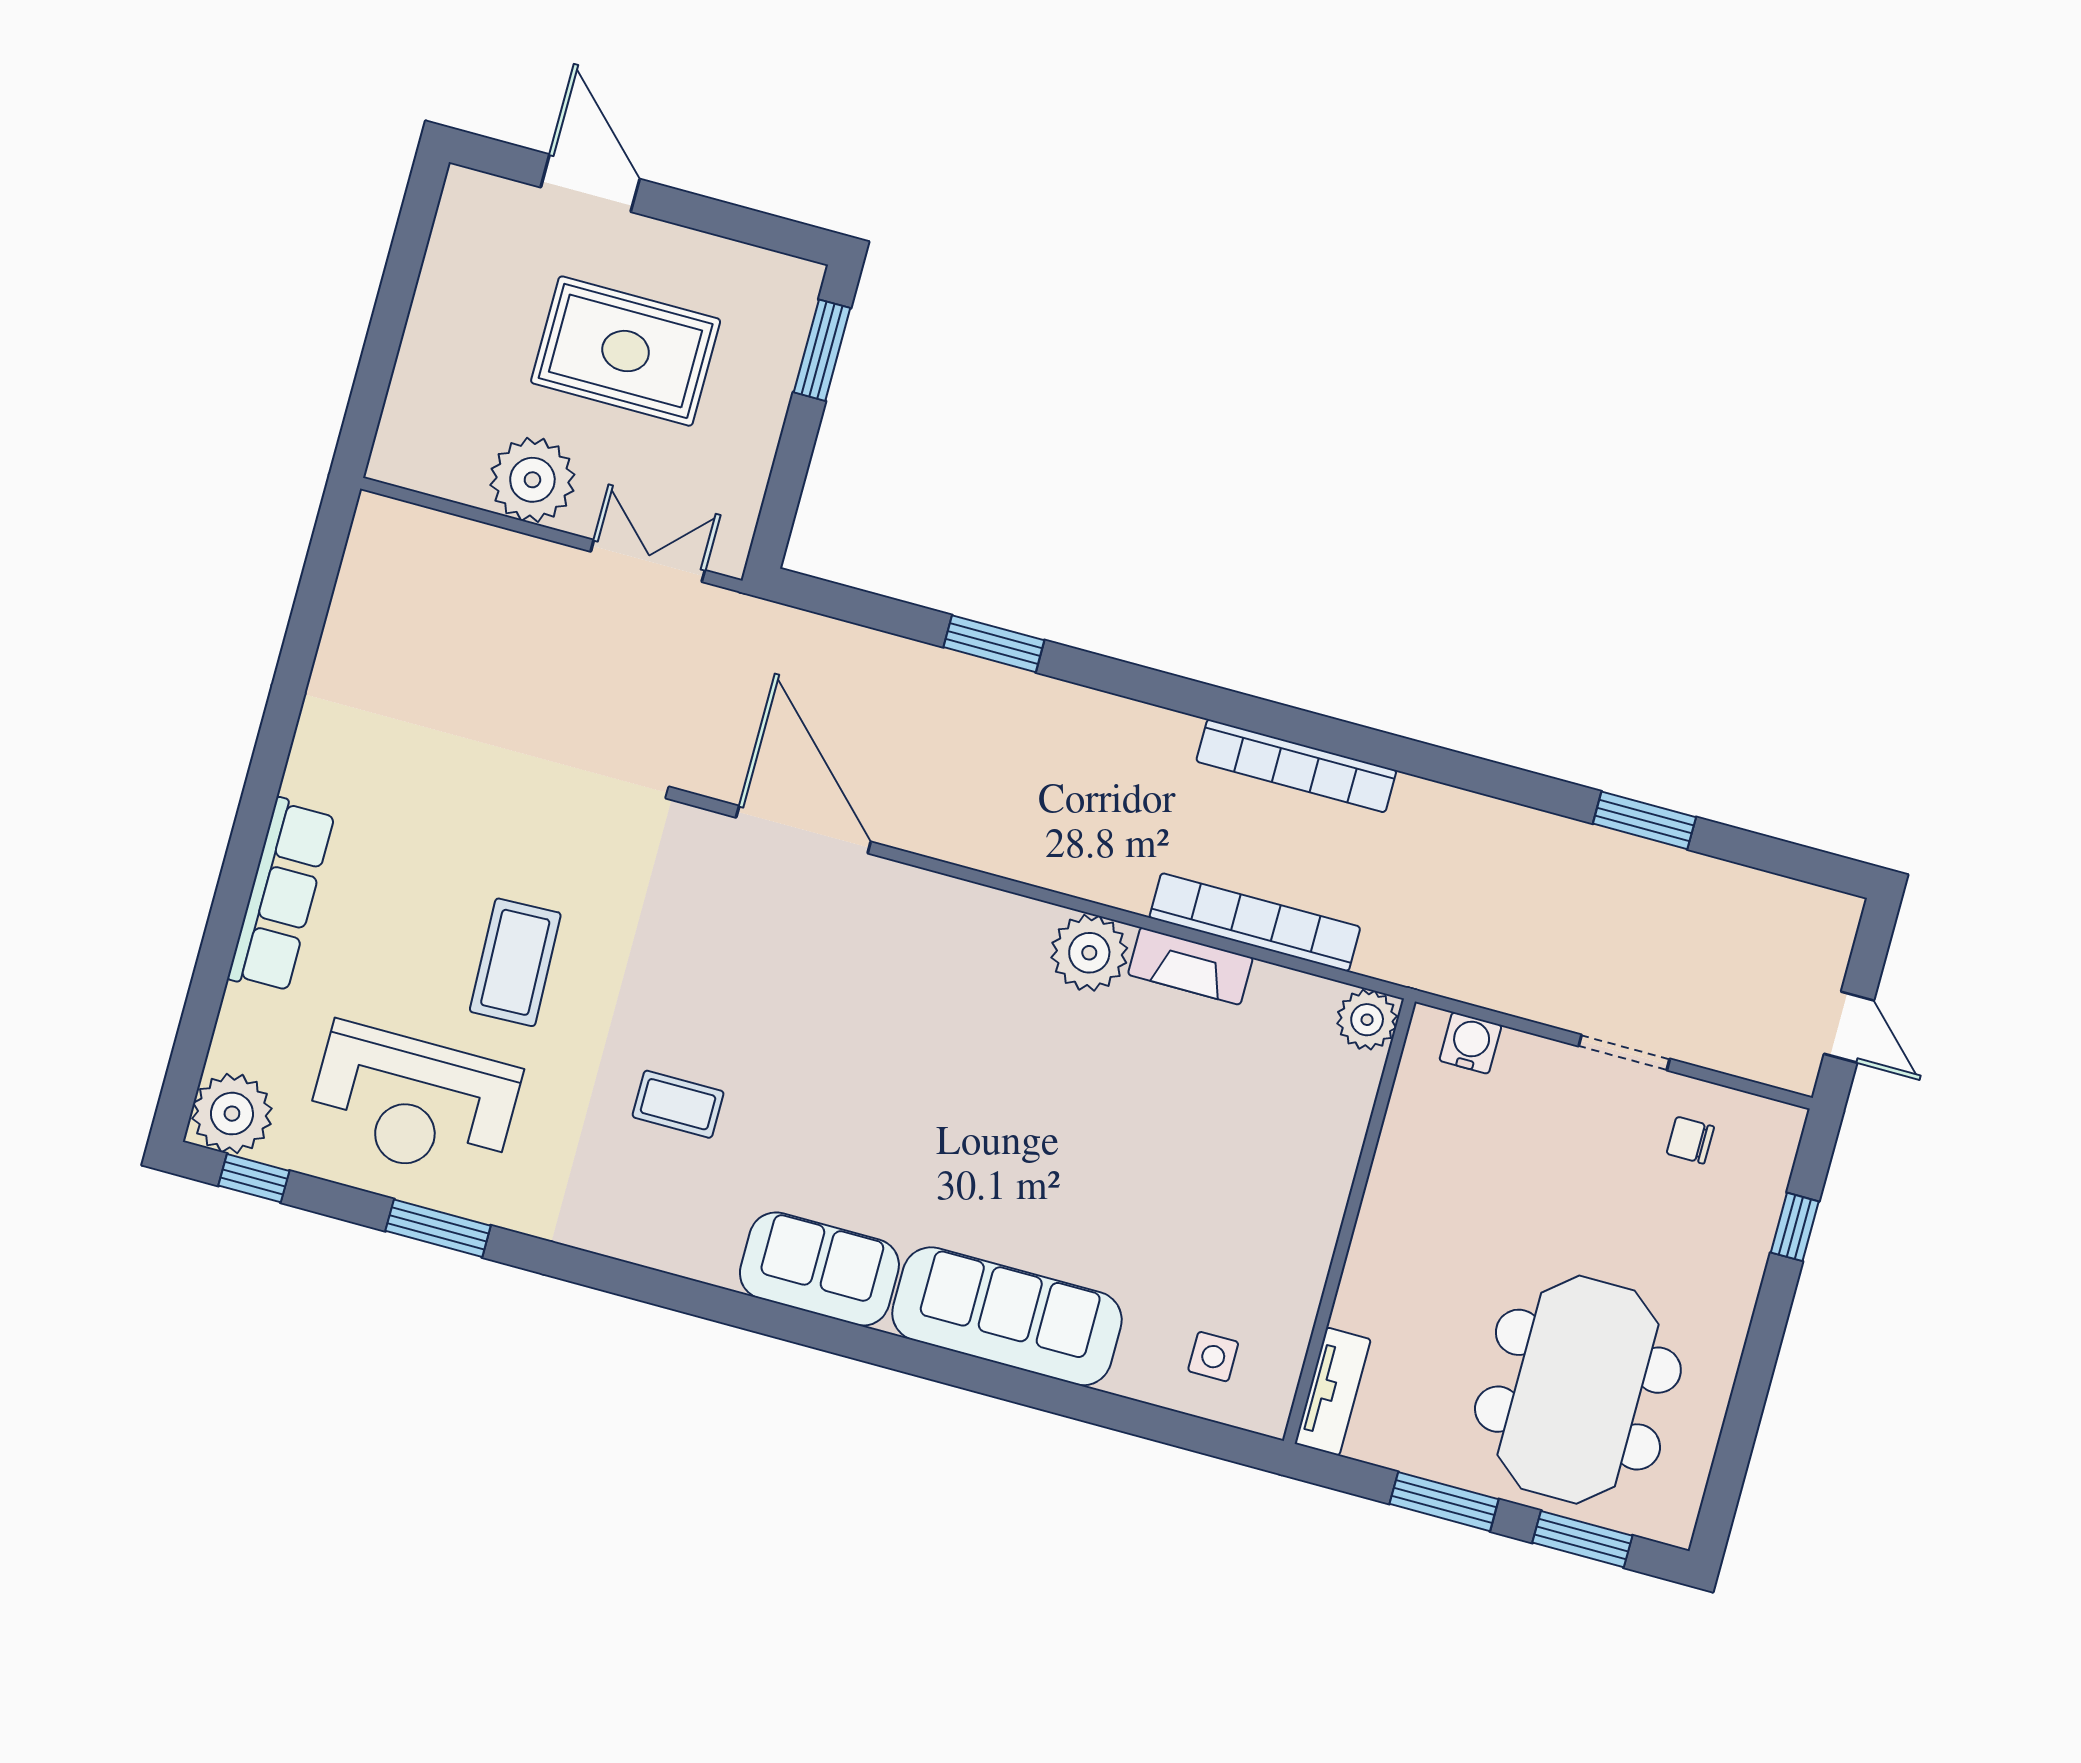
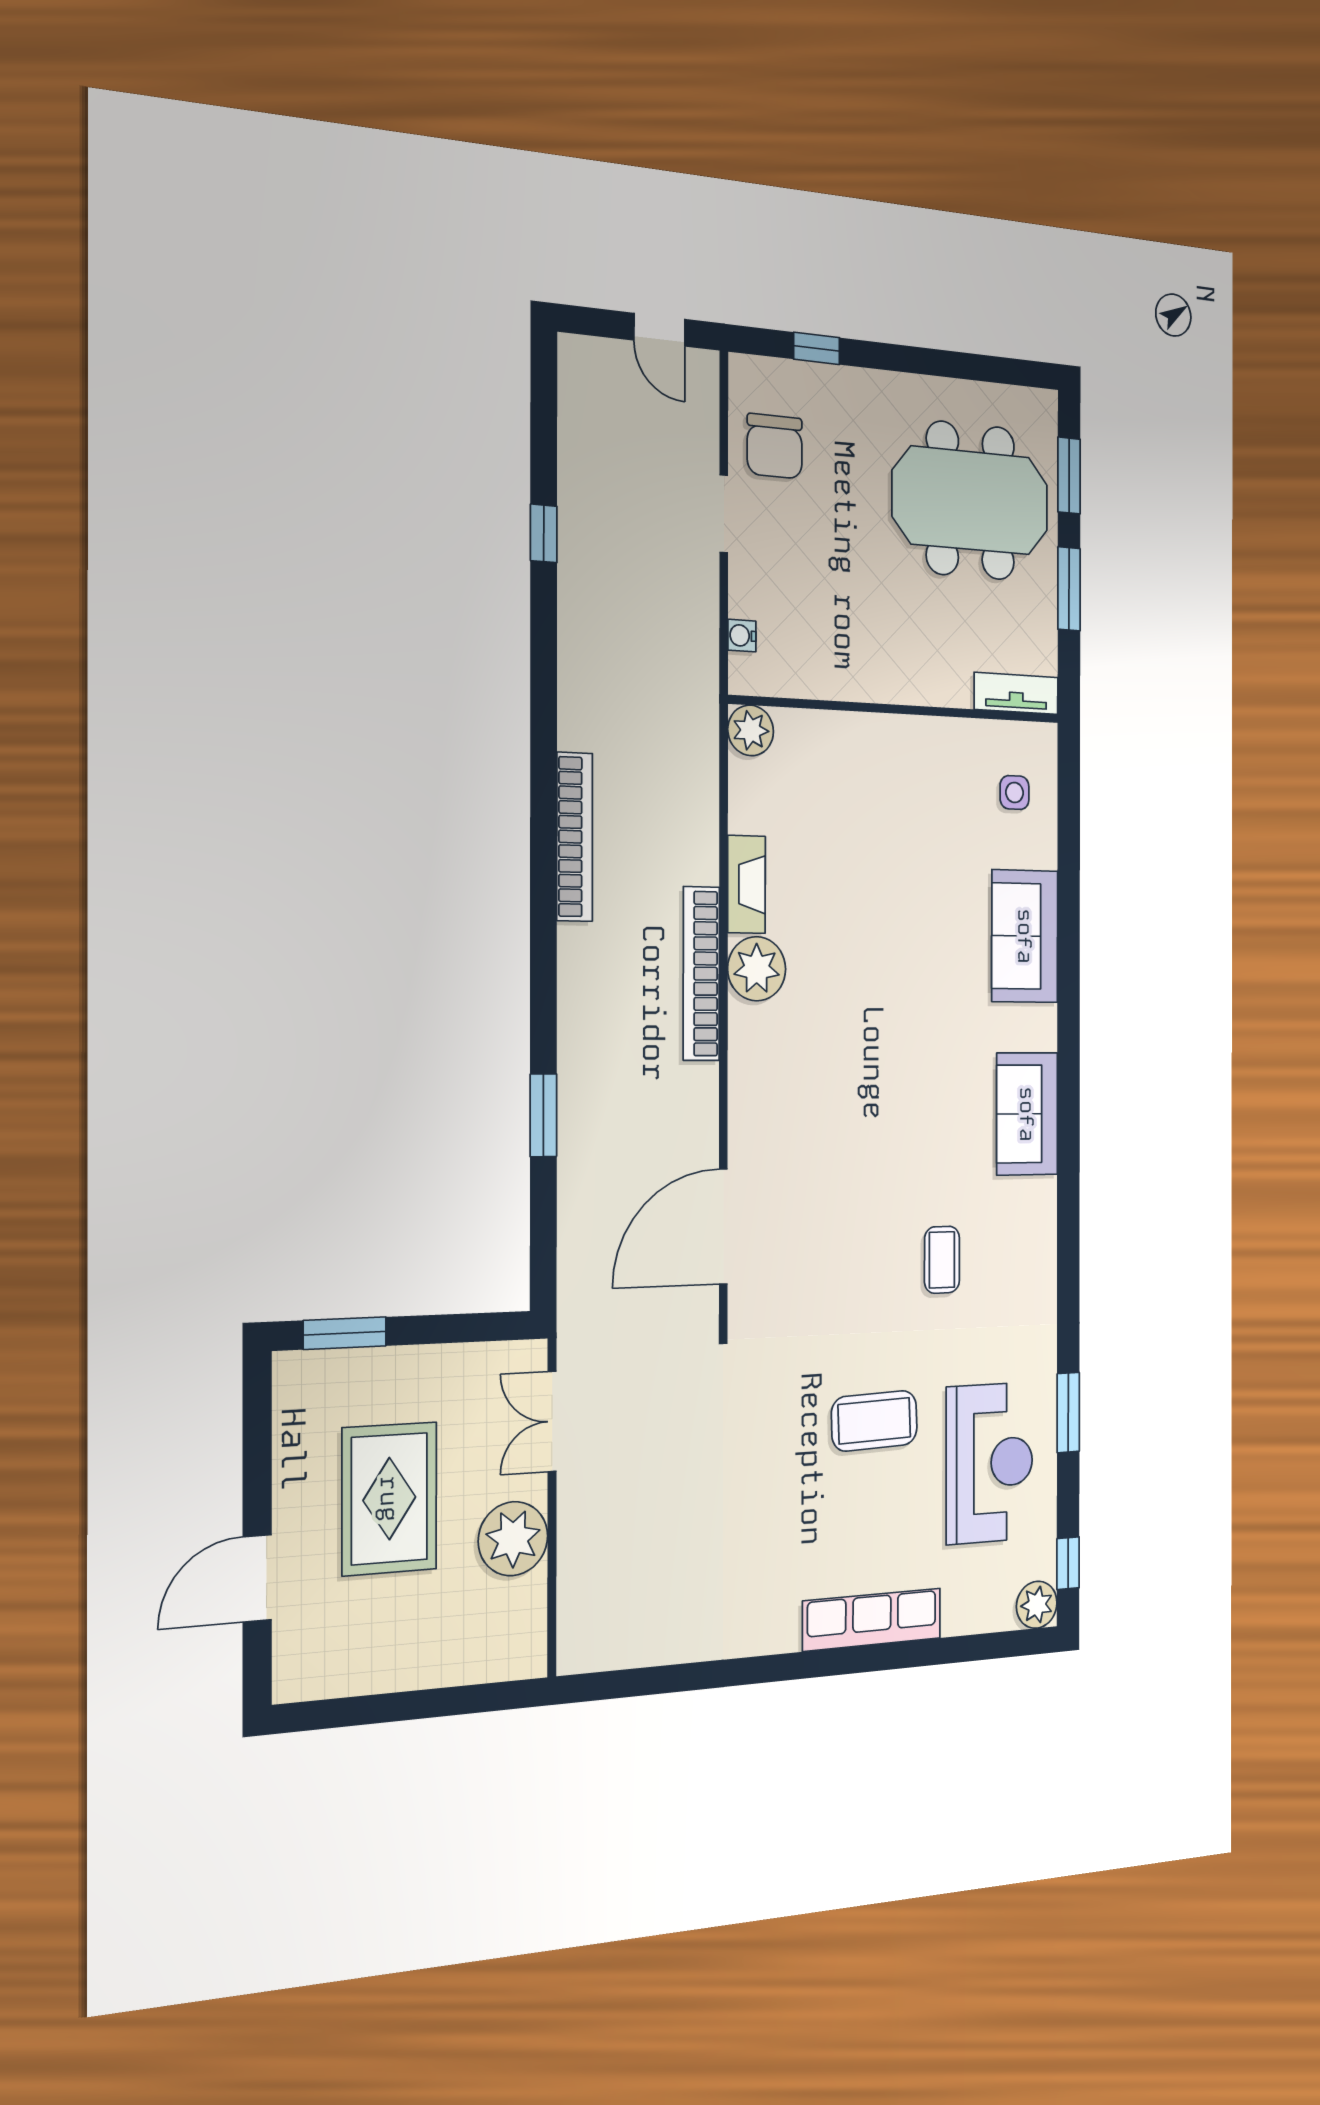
window: (1644, 820) -> (544, 533), width x0.67
bookcase: (1255, 922) -> (701, 974), moved
door: (1849, 1027) -> (660, 330), swing flipped
water cooler: (1470, 1043) -> (742, 636), width x0.72, depth x0.72
plant: (232, 1114) -> (1037, 1605), width x0.73, depth x0.73
chair: (1690, 1140) -> (775, 446), width x1.87, depth x1.87
sofa: (1007, 1316) -> (1025, 936), width x0.73

